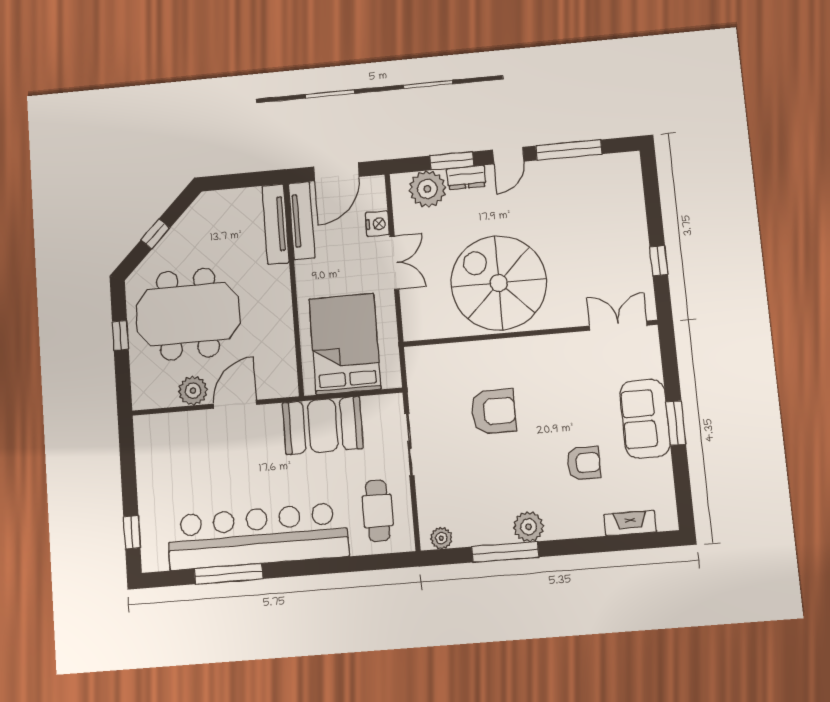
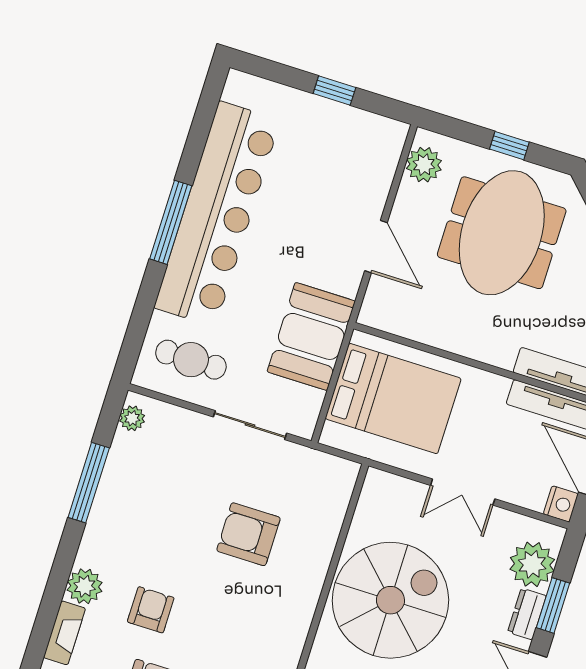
nightstand: (377, 224) -> (561, 504), moved, turned -90
plant: (193, 391) -> (424, 165), moved
armchair: (494, 411) -> (248, 534), turned 90
armchair: (584, 463) -> (151, 610), turned 180
plant: (529, 527) -> (85, 586), moved
window: (132, 532) -> (334, 90), moved
window: (228, 574) -> (171, 222), moved

